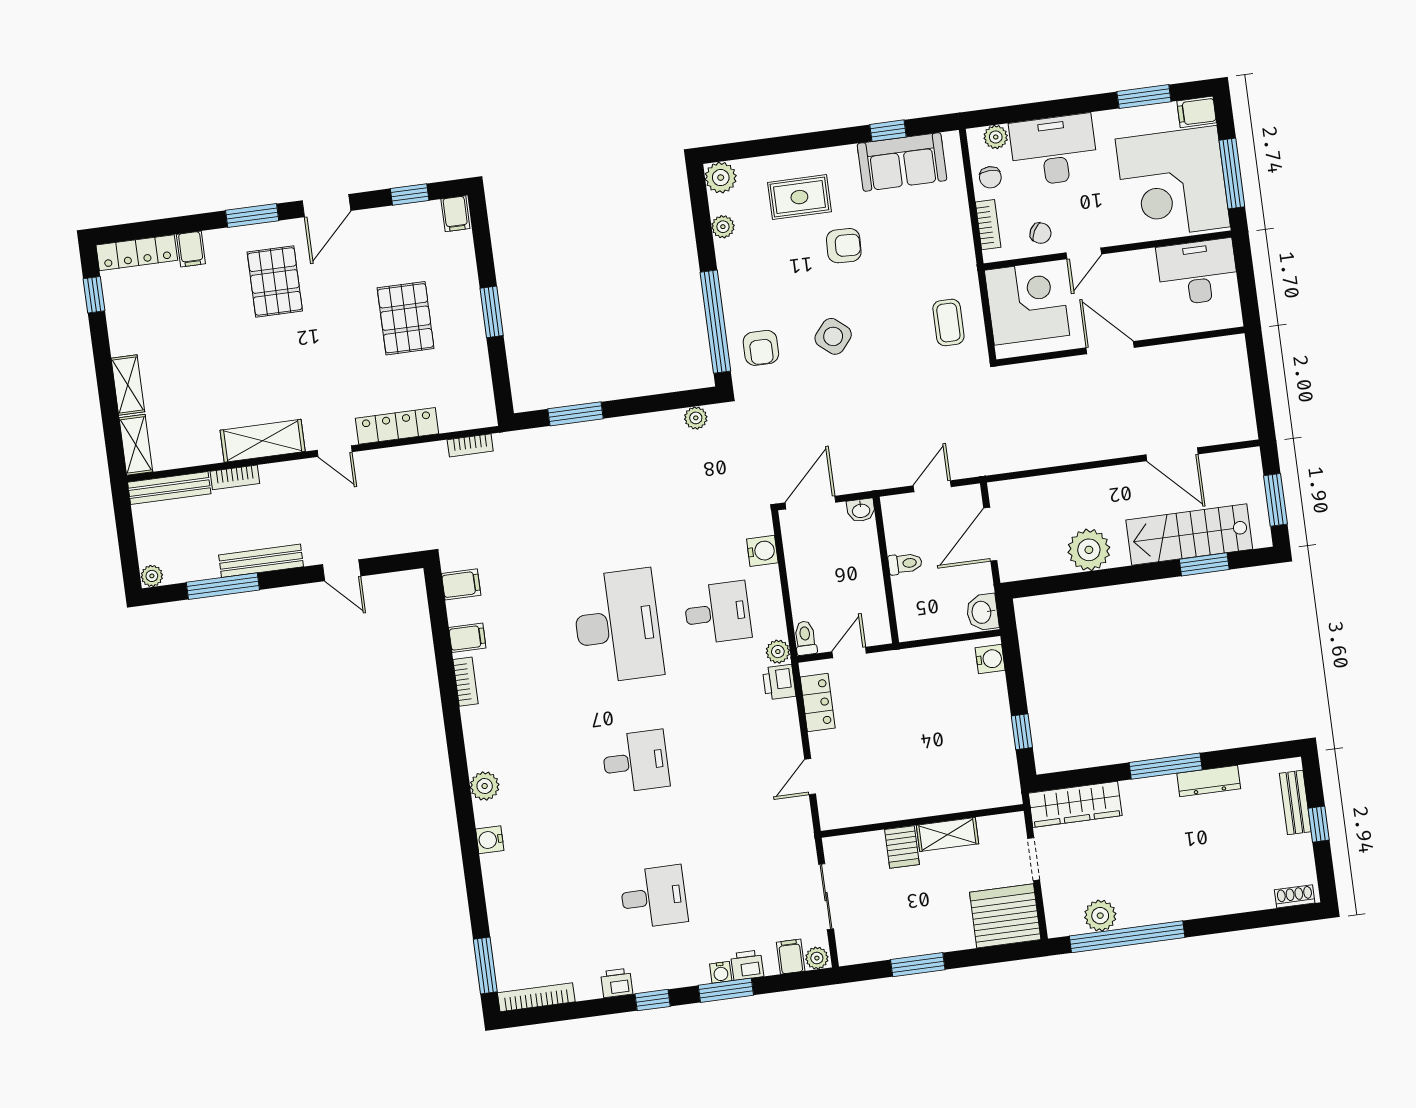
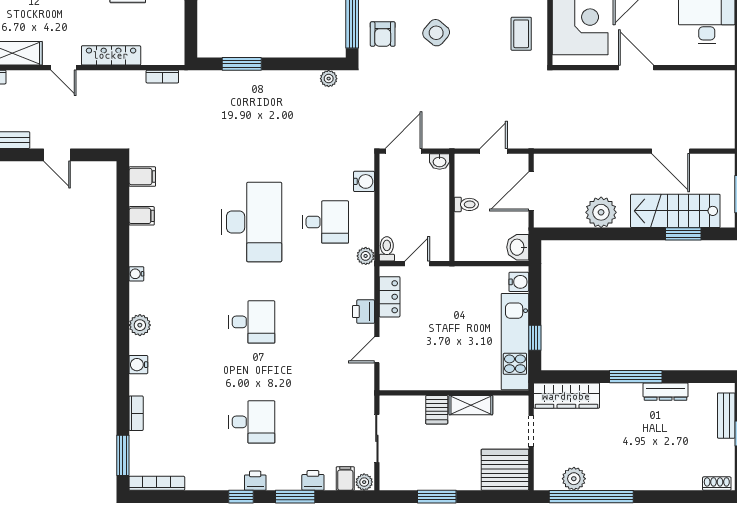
bookcase: (466, 682) -> (136, 413), moved
printer: (779, 682) -> (363, 312), moved
kitchen unit: (996, 741) -> (515, 342), added
water cooler: (721, 972) -> (136, 274), moved, turned 90
printer: (617, 983) -> (255, 481), moved

